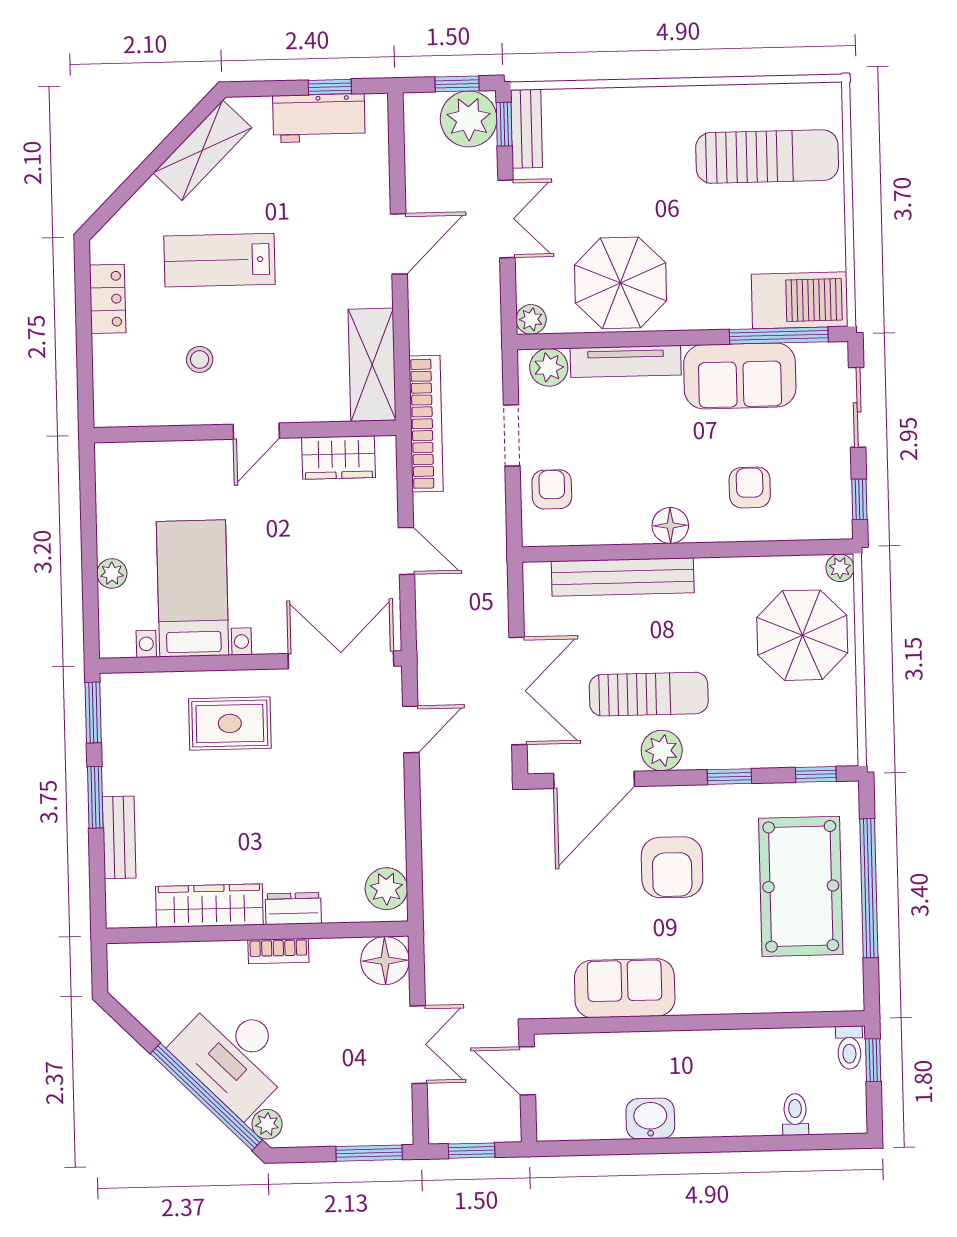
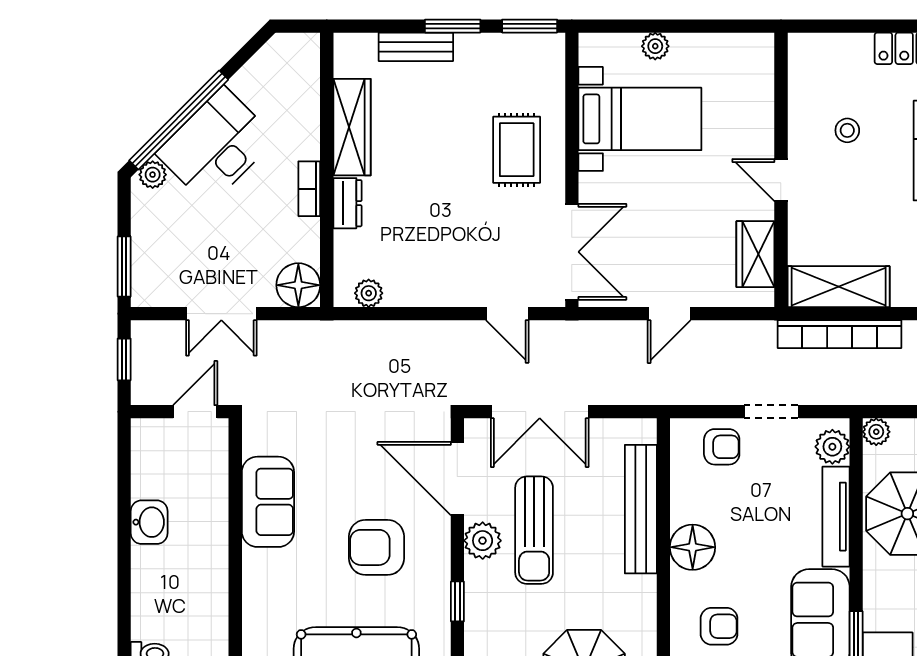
bookcase: (426, 424) -> (840, 334), moved
floor lamp: (670, 525) -> (693, 547), width x1.38, depth x1.38
plant: (386, 889) -> (369, 293), width x0.73, depth x0.73

